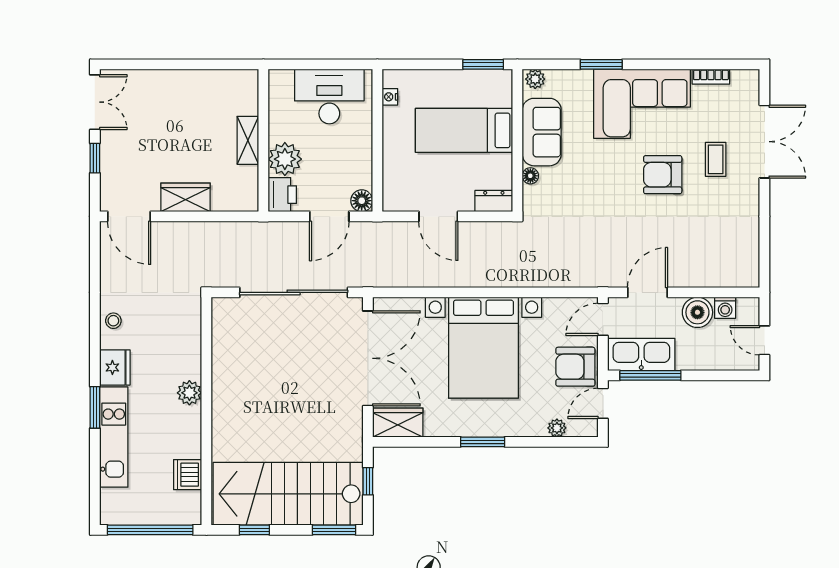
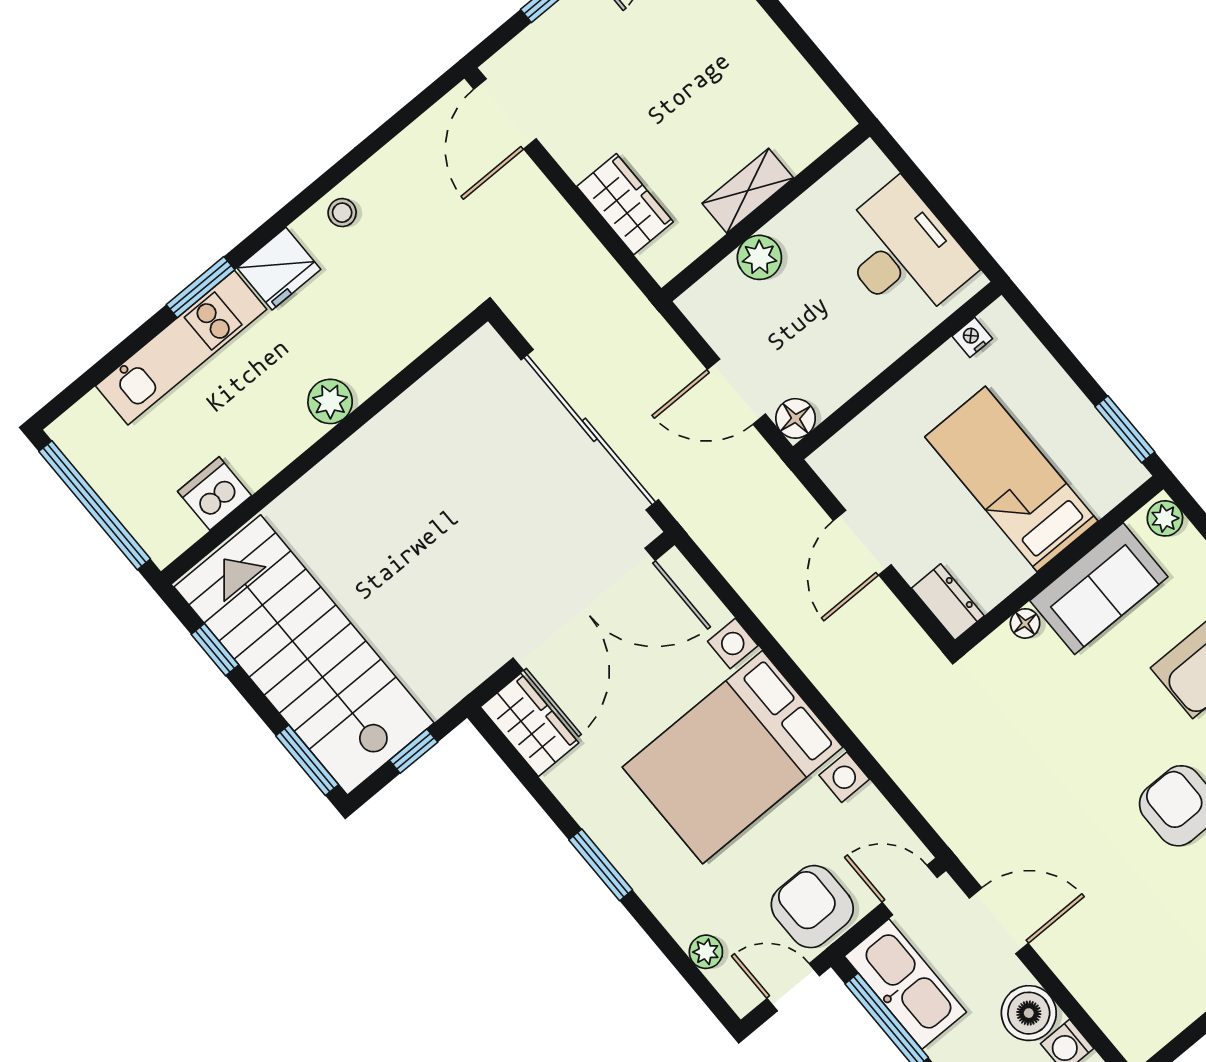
plant: (285, 159) -> (759, 257), width x0.73, depth x0.73
printer: (282, 195) -> (712, 301), removed
wardrobe: (185, 197) -> (625, 204), moved

